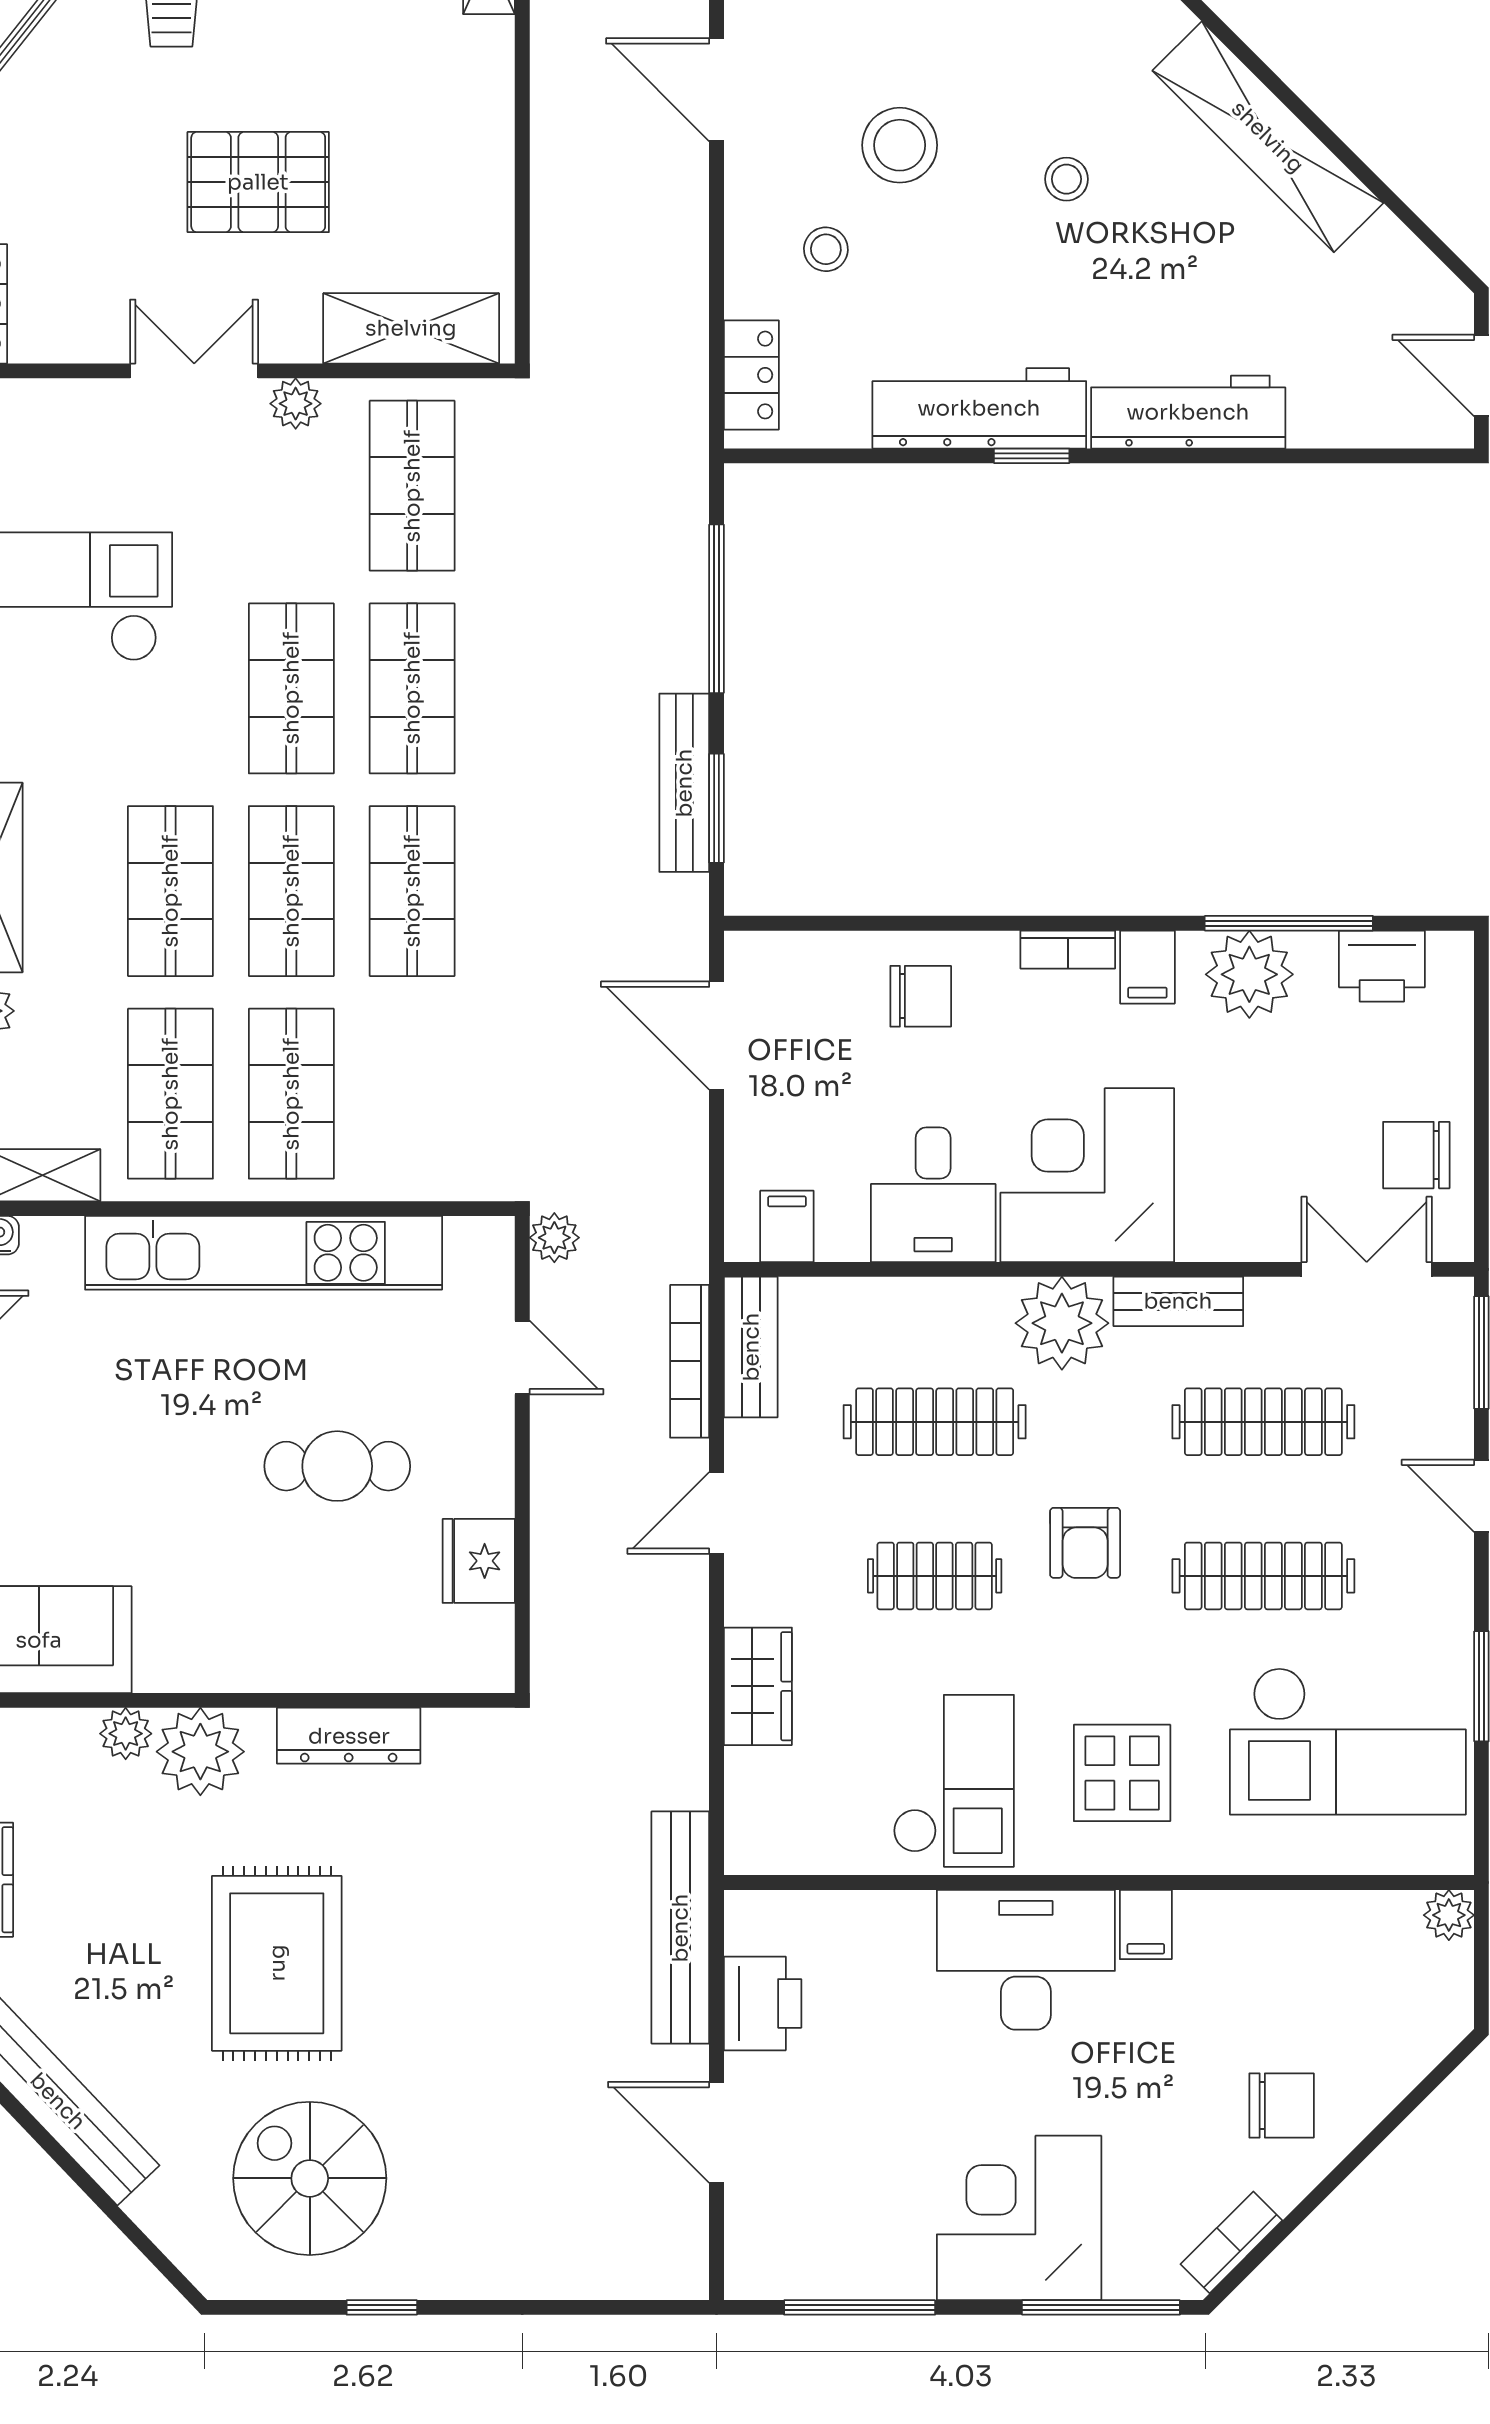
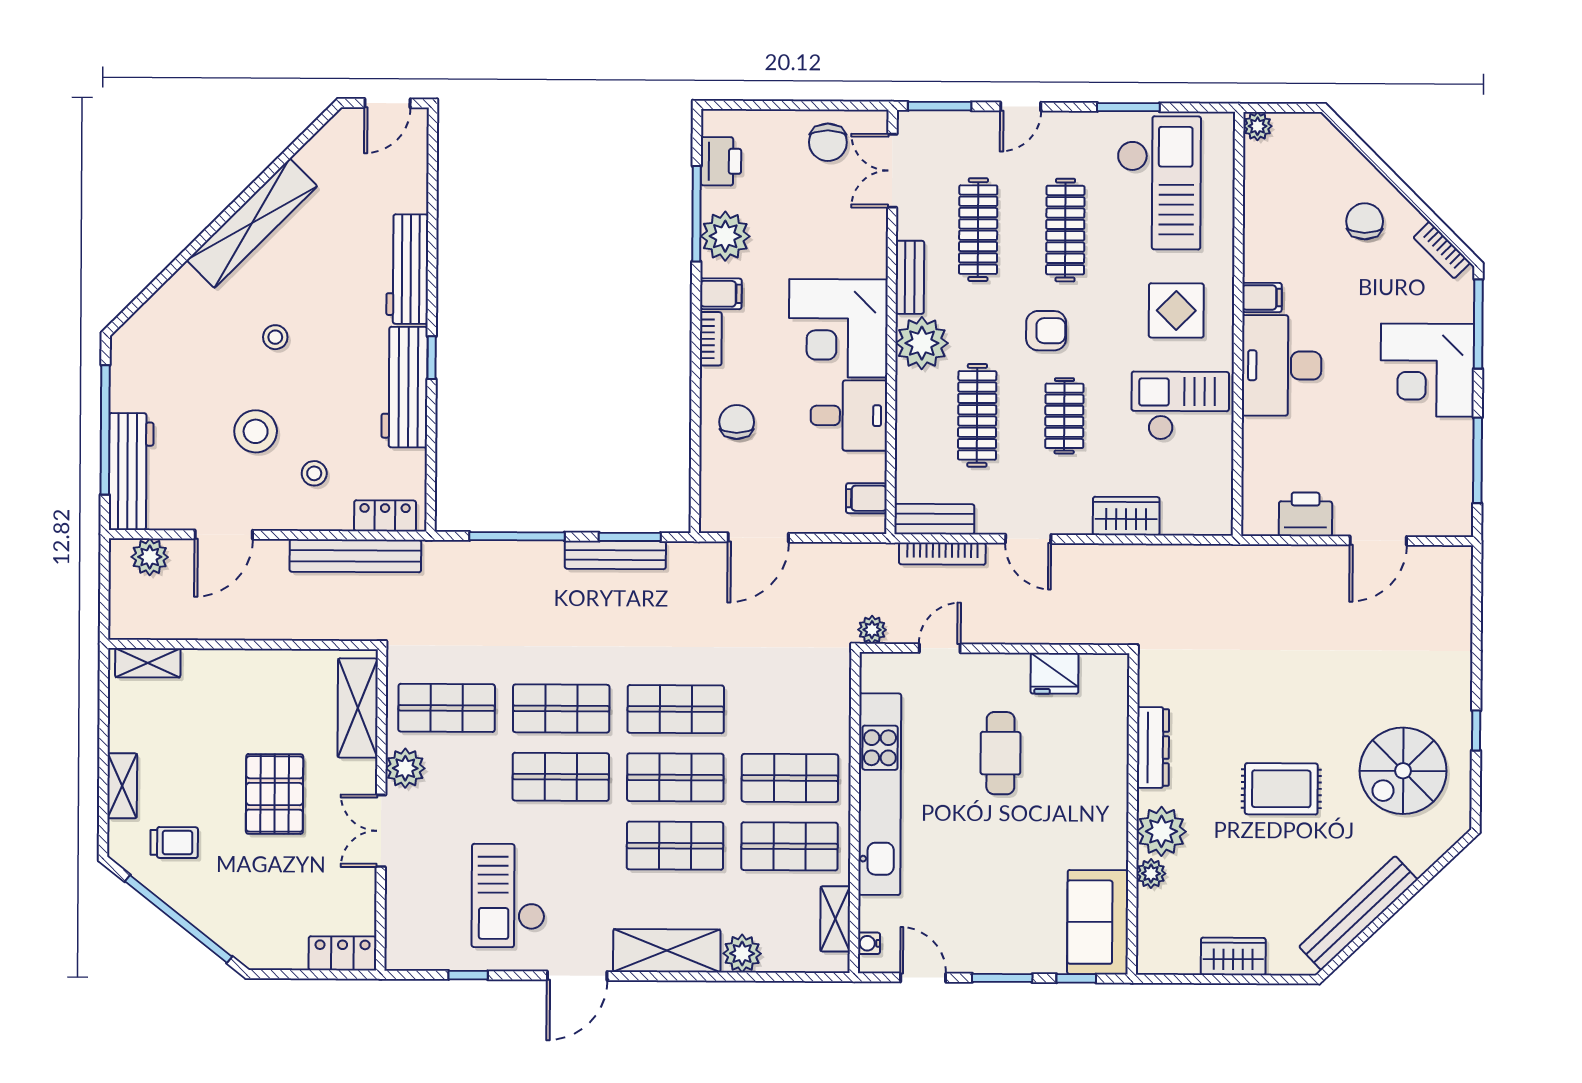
plant: (296, 404) -> (405, 768), width x1.38, depth x1.38
bench: (680, 1928) -> (355, 556), moved
rug: (277, 1963) -> (1281, 789), width x0.73, depth x0.70

